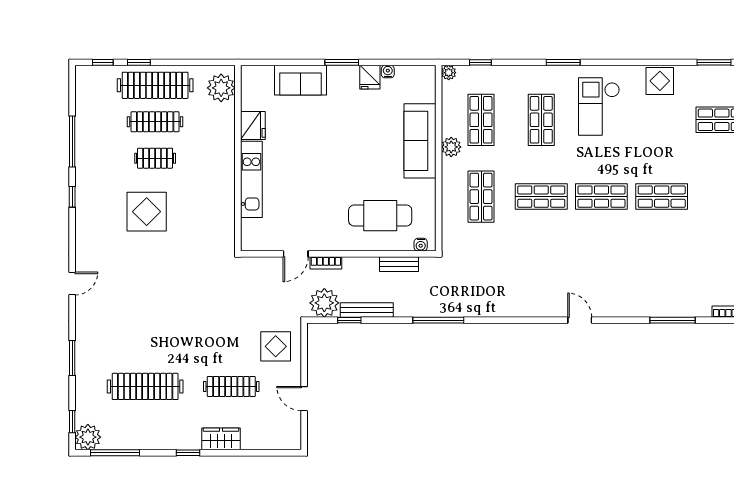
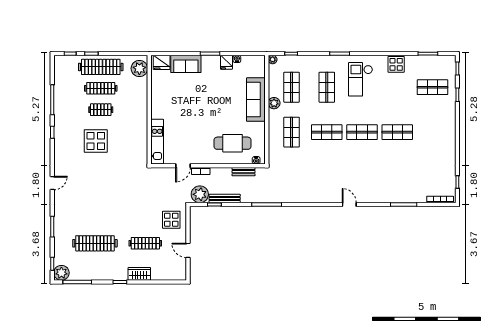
fridge: (253, 125) -> (162, 62), moved, turned 90
kitchen unit: (251, 179) -> (157, 142), moved

